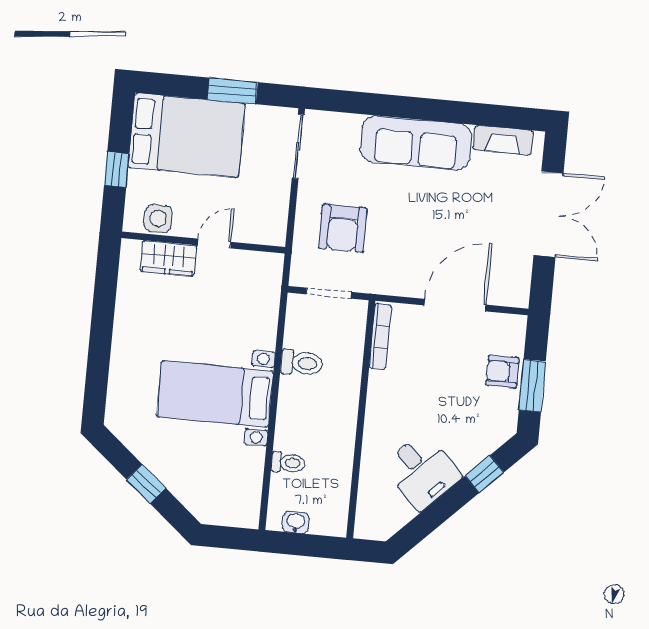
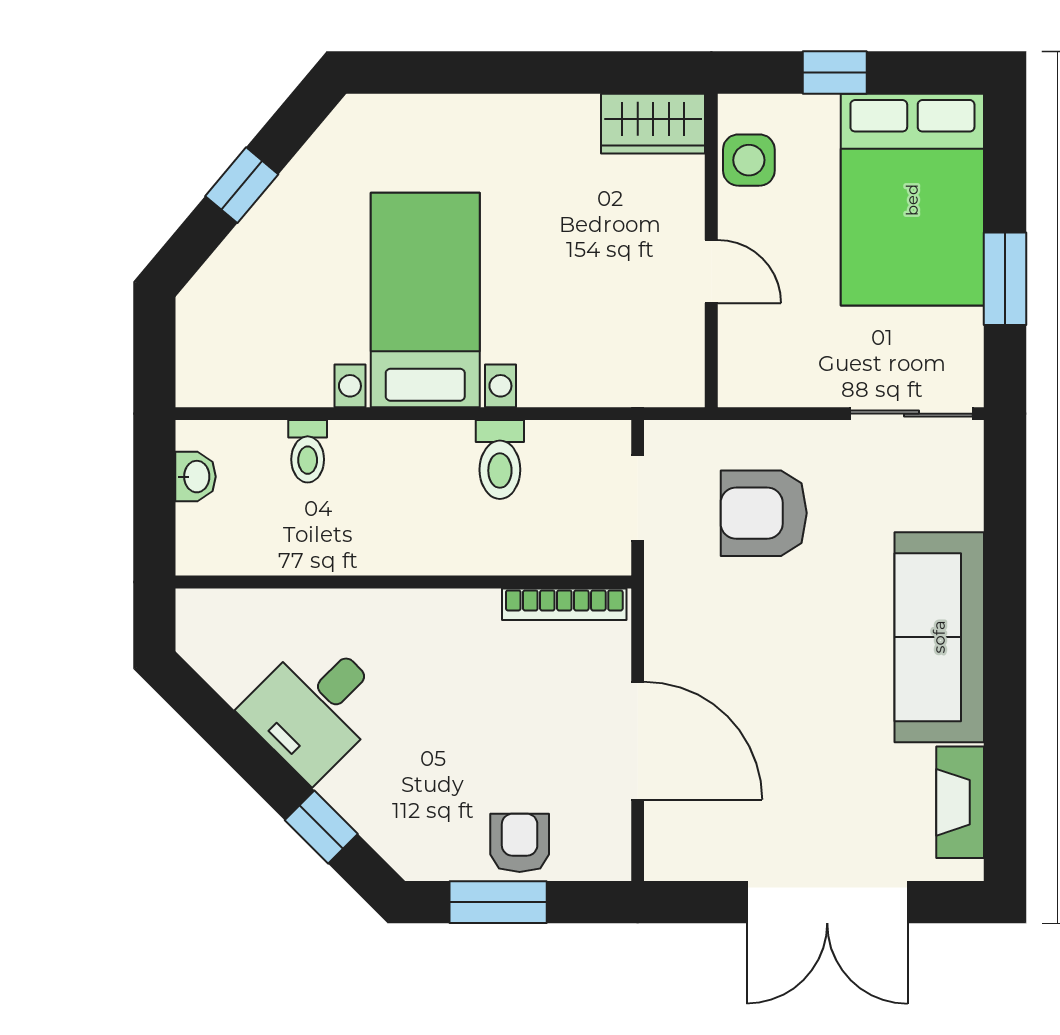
wardrobe: (168, 258) -> (653, 124), moved, turned -90

